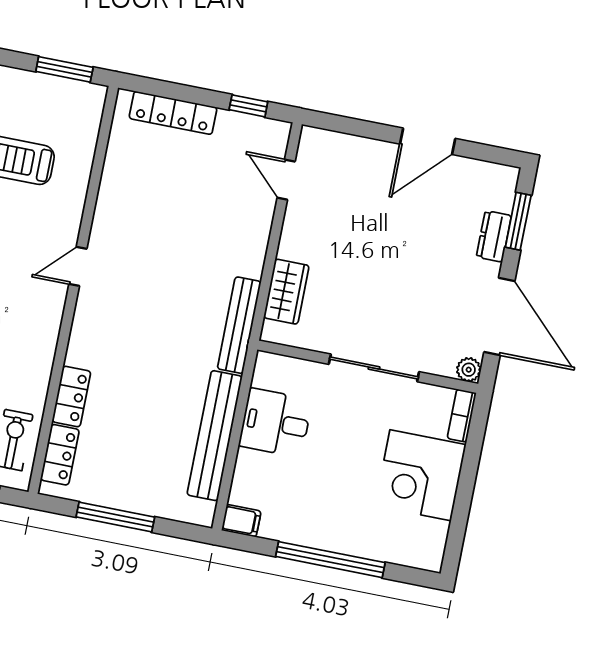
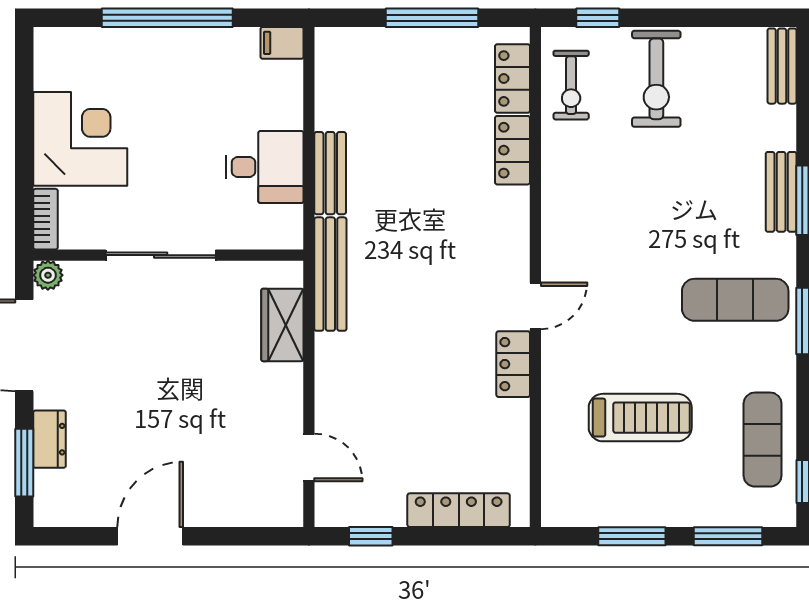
window: (64, 69) -> (632, 536), moved
locker: (105, 223) -> (513, 364), added
bench: (215, 436) -> (330, 173), width x0.54, depth x0.82

